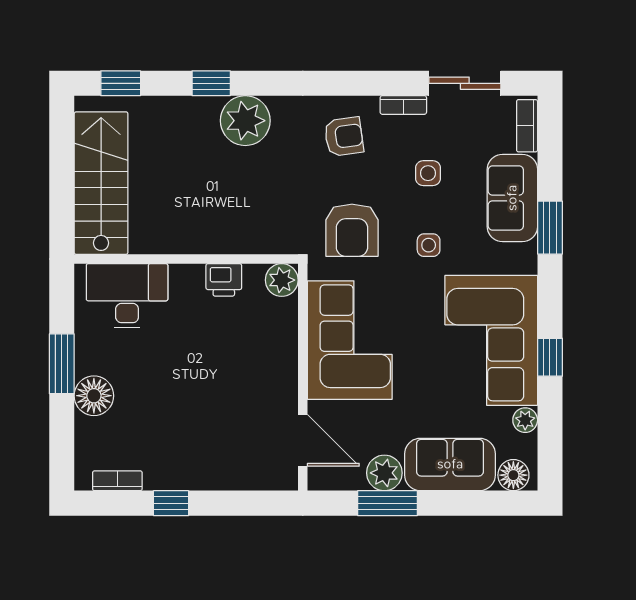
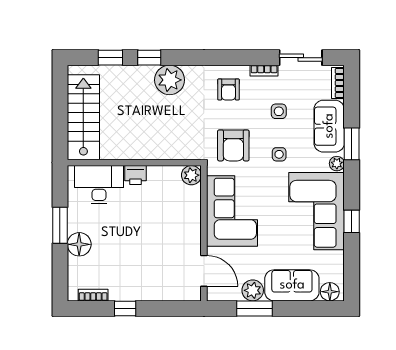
window: (121, 83) -> (110, 58), moved
armchair: (344, 137) -> (228, 89), turned 98
printer: (224, 280) -> (135, 175), moved
plant: (525, 420) -> (337, 164), moved

